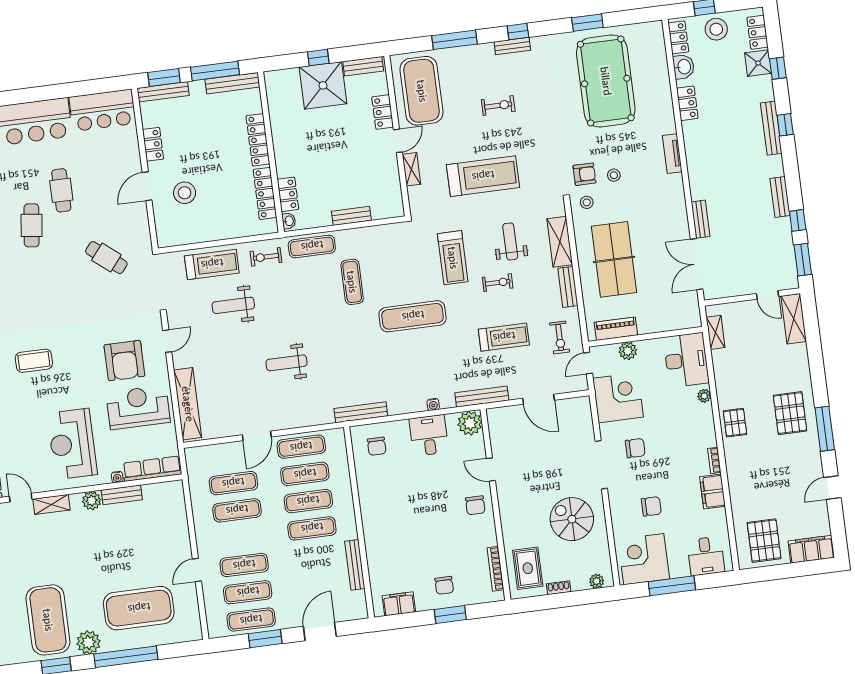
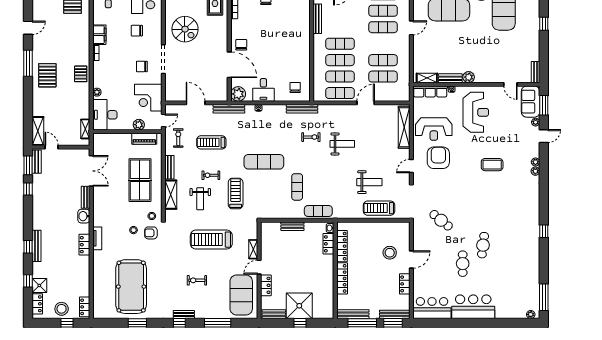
washbasin: (684, 67) -> (84, 216), moved
locker: (687, 103) -> (84, 245), moved
bench: (780, 197) -> (37, 162), moved
exercise bike: (266, 257) -> (311, 137), moved
door: (491, 470) -> (229, 65), width x1.87
shelving: (51, 504) -> (427, 78), moved

